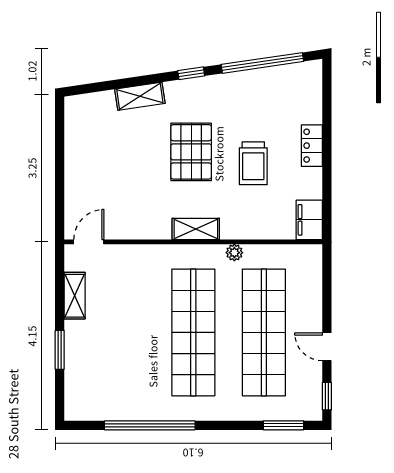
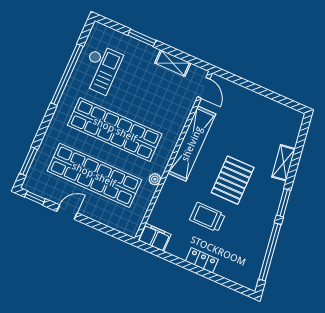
window: (191, 73) -> (284, 203), width x1.50
pallet: (191, 152) -> (233, 180), turned 90
shelving: (196, 229) -> (192, 144), width x2.20, depth x1.33
checkout: (124, 385) -> (101, 69), added

